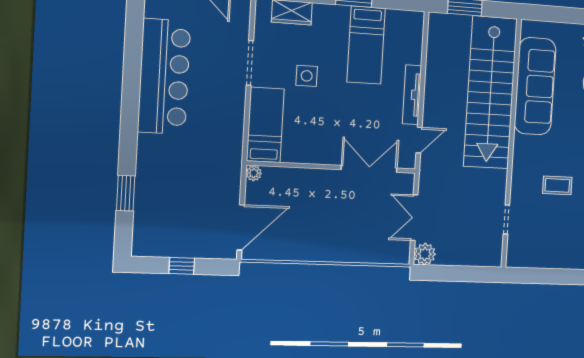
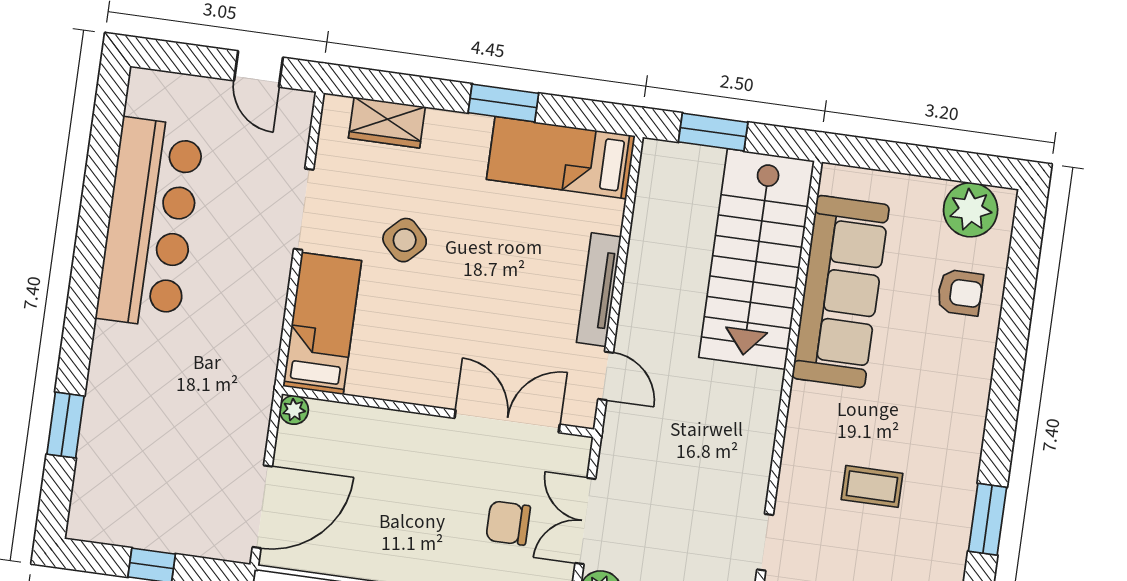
bed: (366, 45) -> (561, 158), moved, turned 90
side table: (307, 76) -> (405, 240), turned 45
stairs: (490, 92) -> (756, 259), width x0.73
door: (419, 140) -> (606, 376), hinge flipped
chair: (374, 223) -> (508, 523), added

